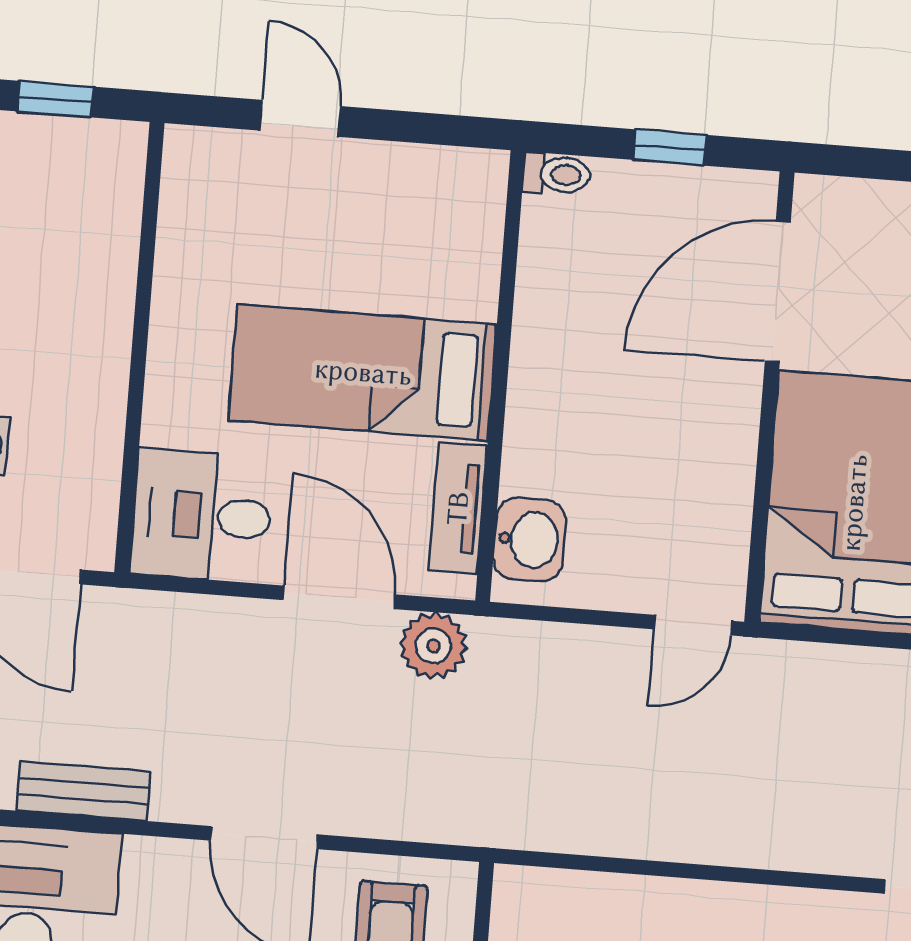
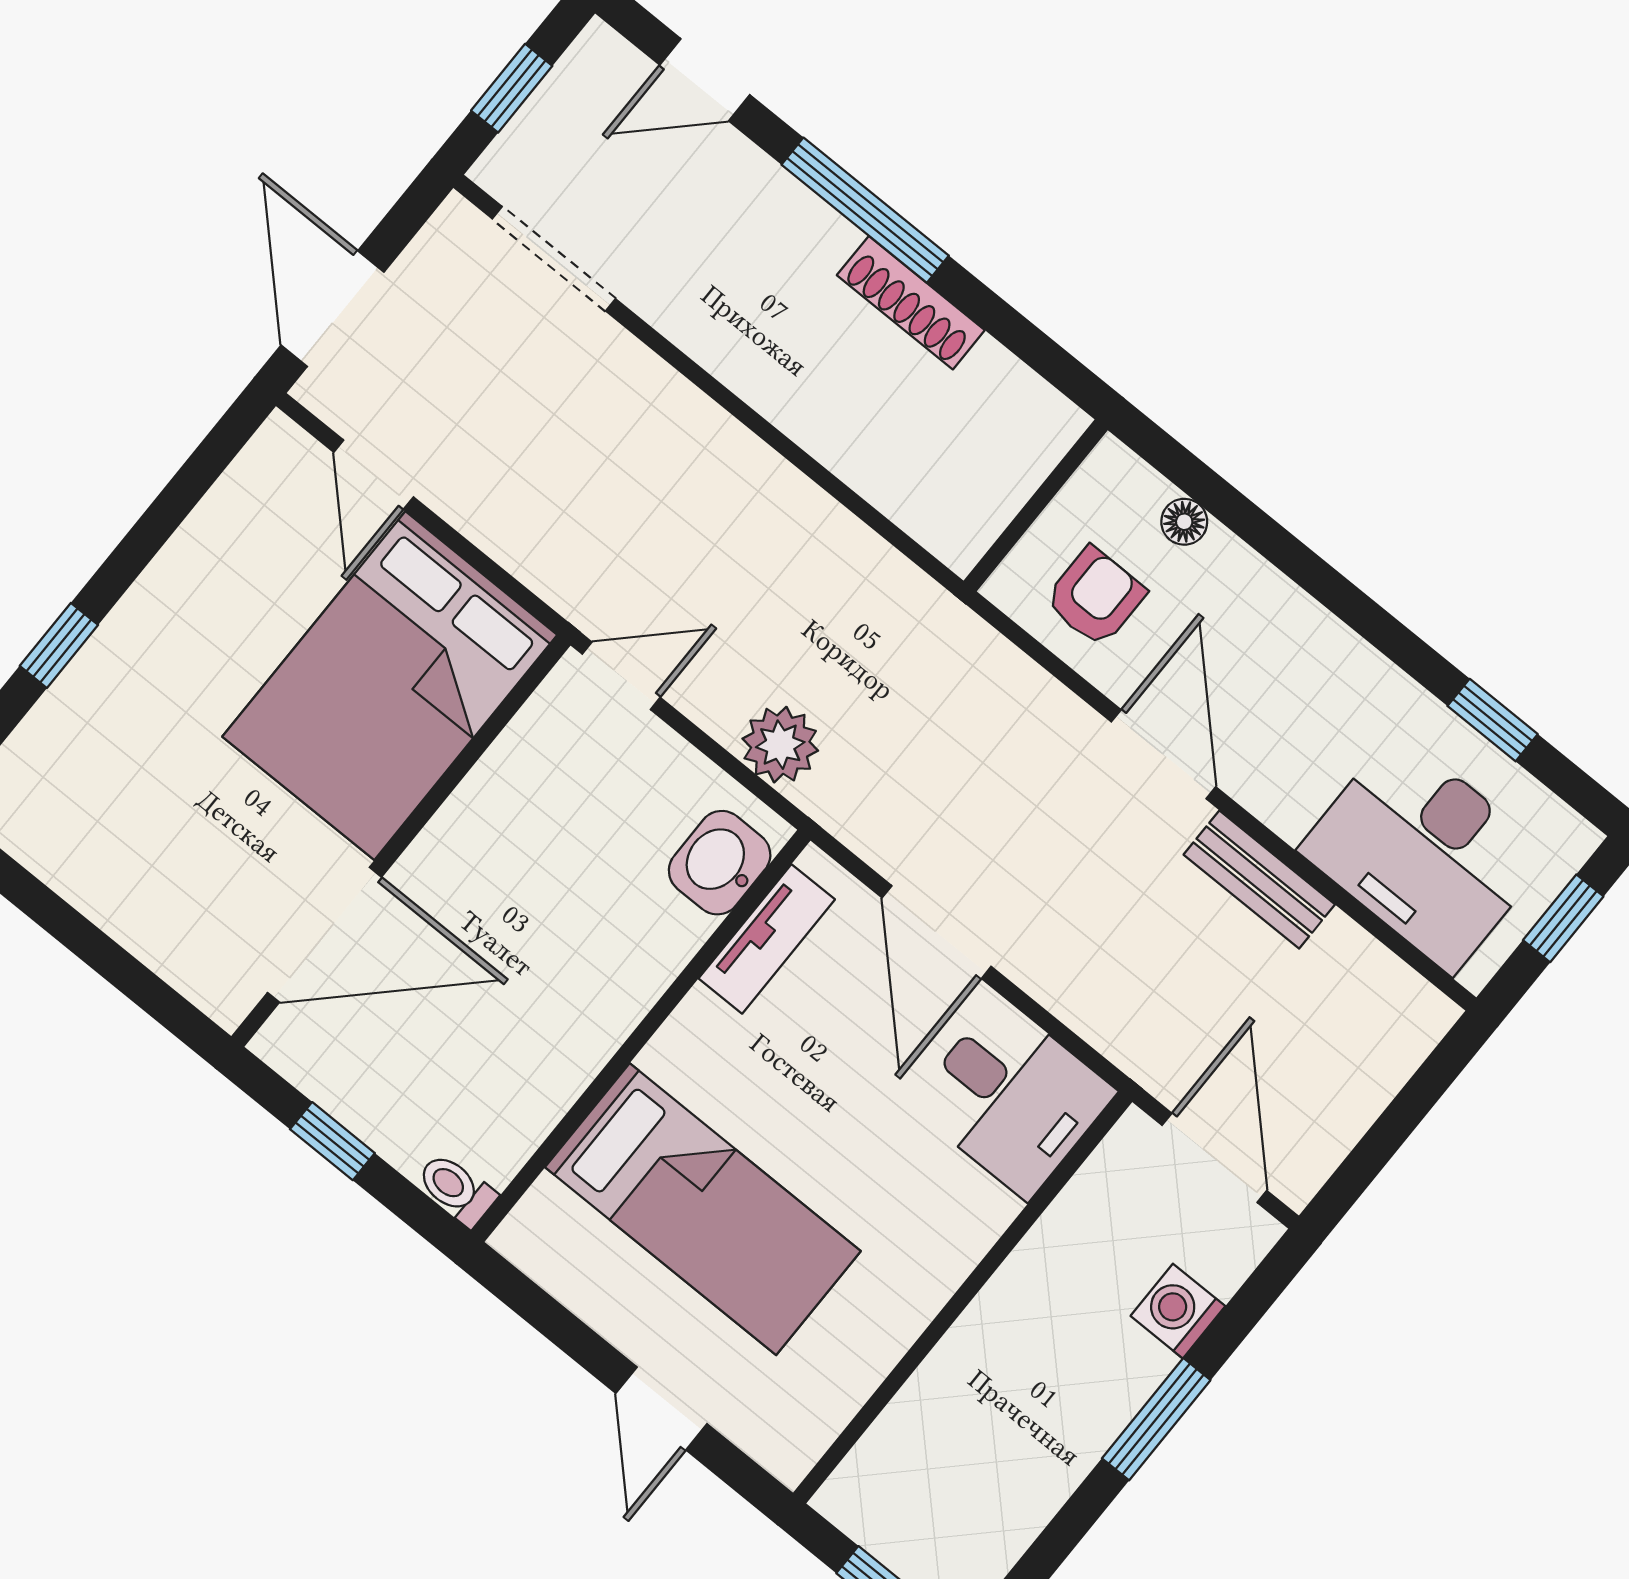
bed: (363, 372) -> (703, 1209), moved
plant: (433, 646) -> (780, 745), moved
bench: (84, 791) -> (1259, 880), moved

